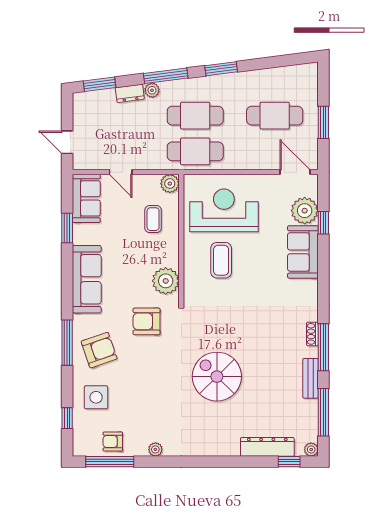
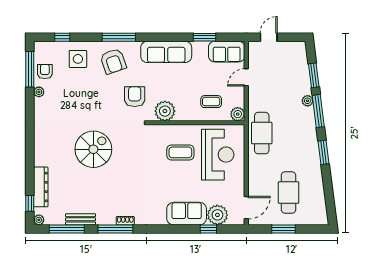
window: (99, 84) -> (314, 75), moved
dresser: (130, 93) -> (305, 84), removed
cafe table: (195, 116) -> (289, 133), removed
bench: (311, 378) -> (81, 219), moved
plant: (155, 449) -> (39, 92), moved

